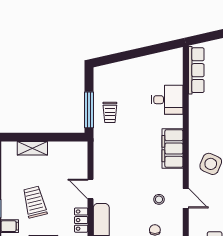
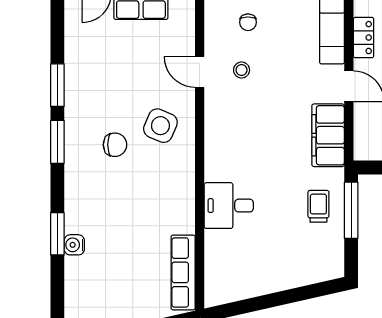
desk: (167, 100) -> (229, 206), moved
filing cabinet: (172, 149) -> (328, 135), moved, turned 180

